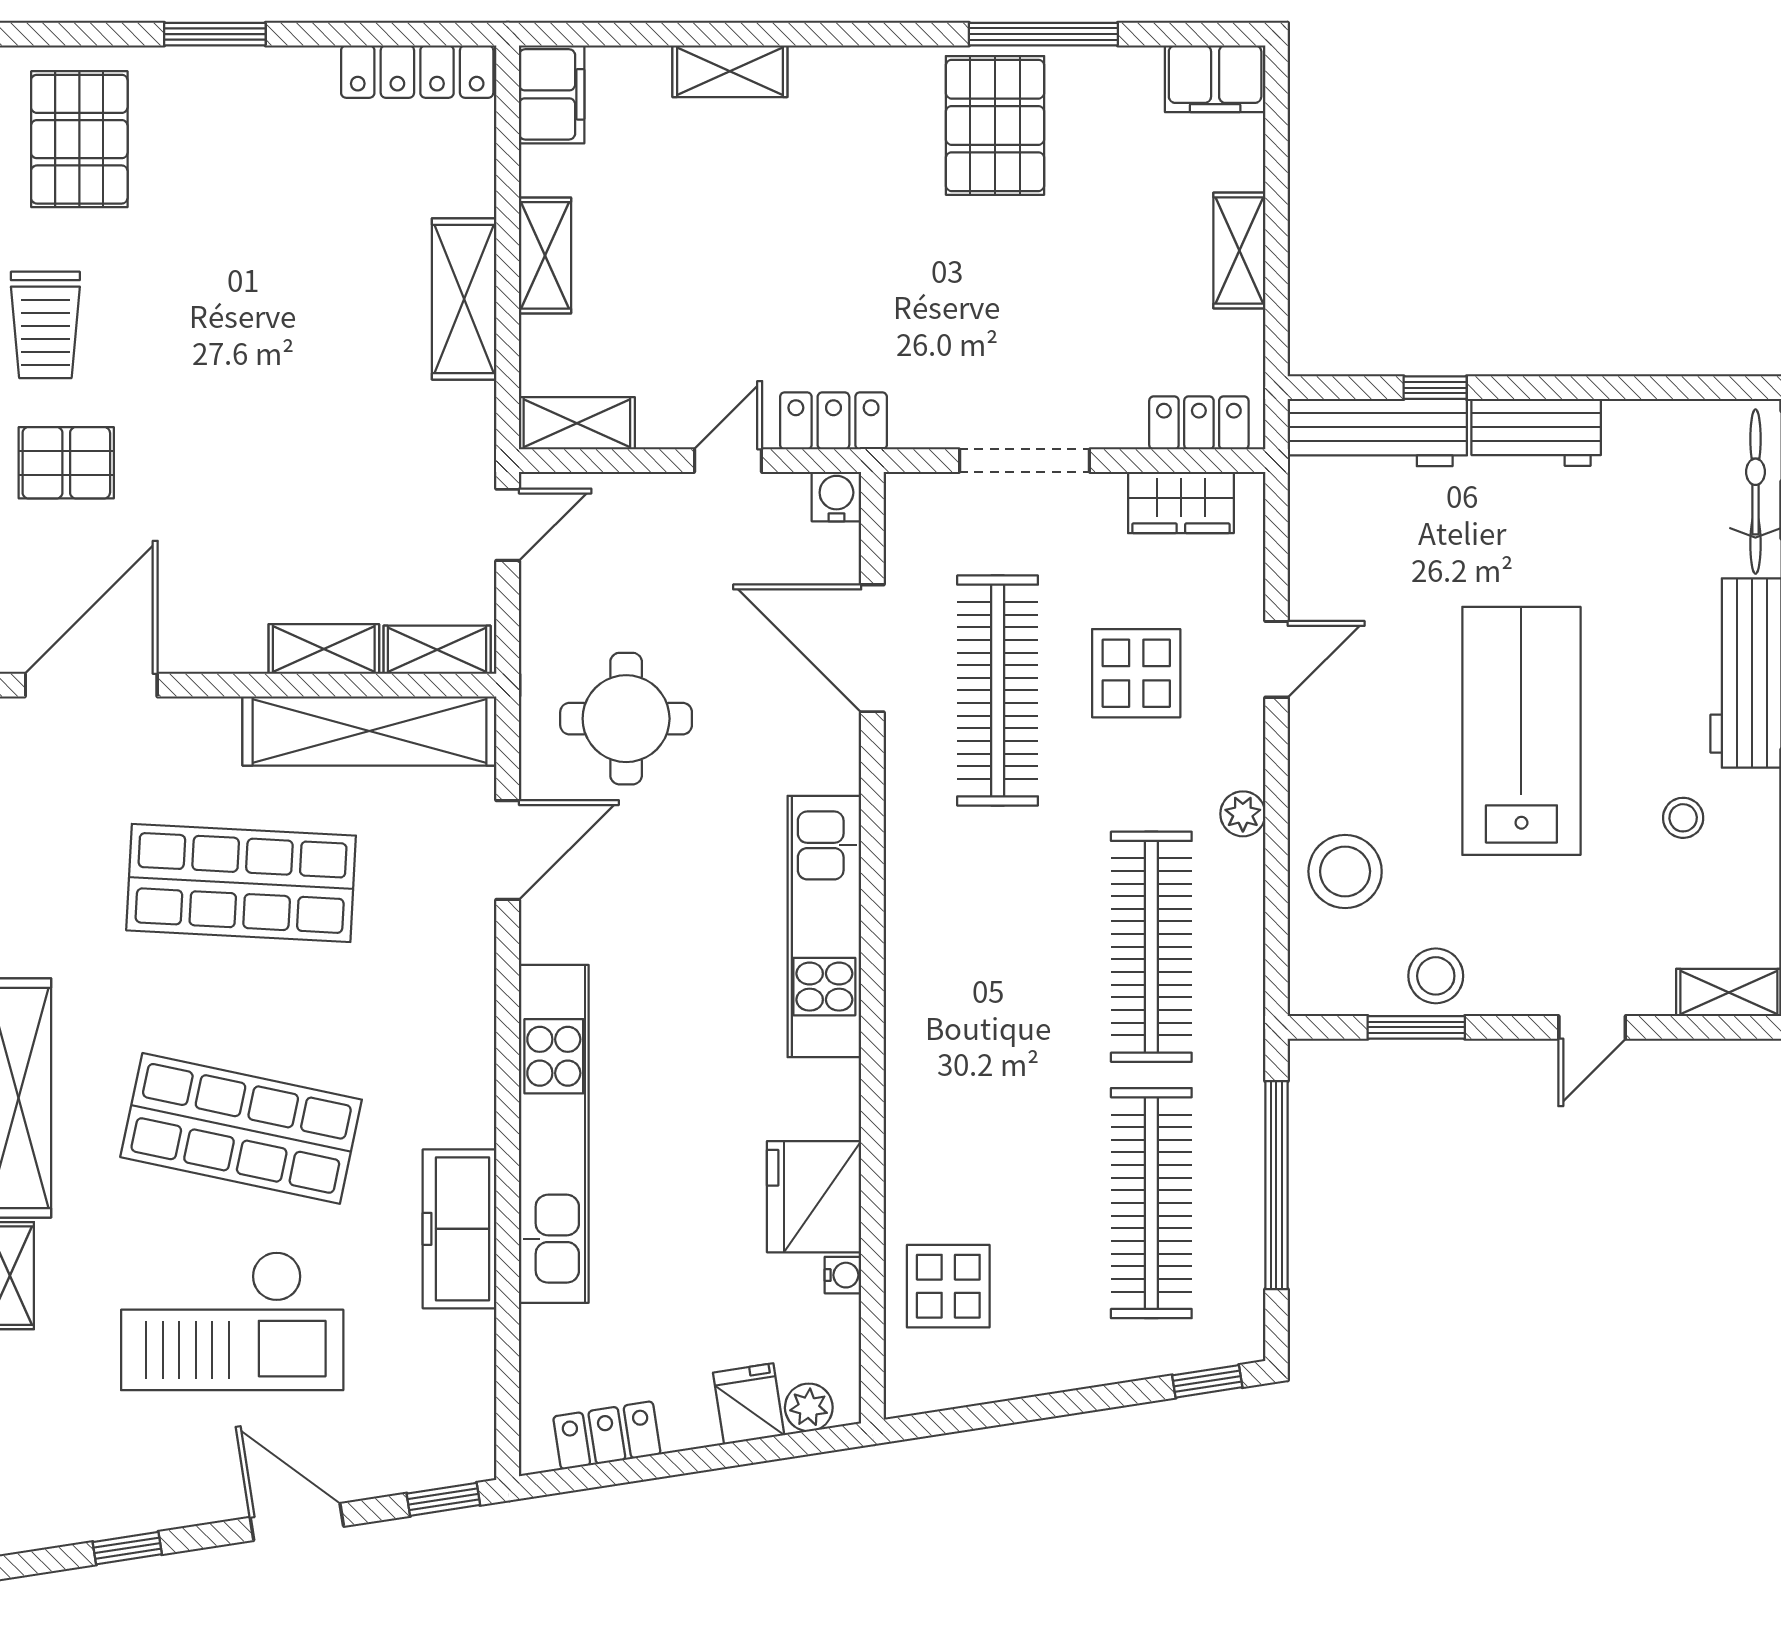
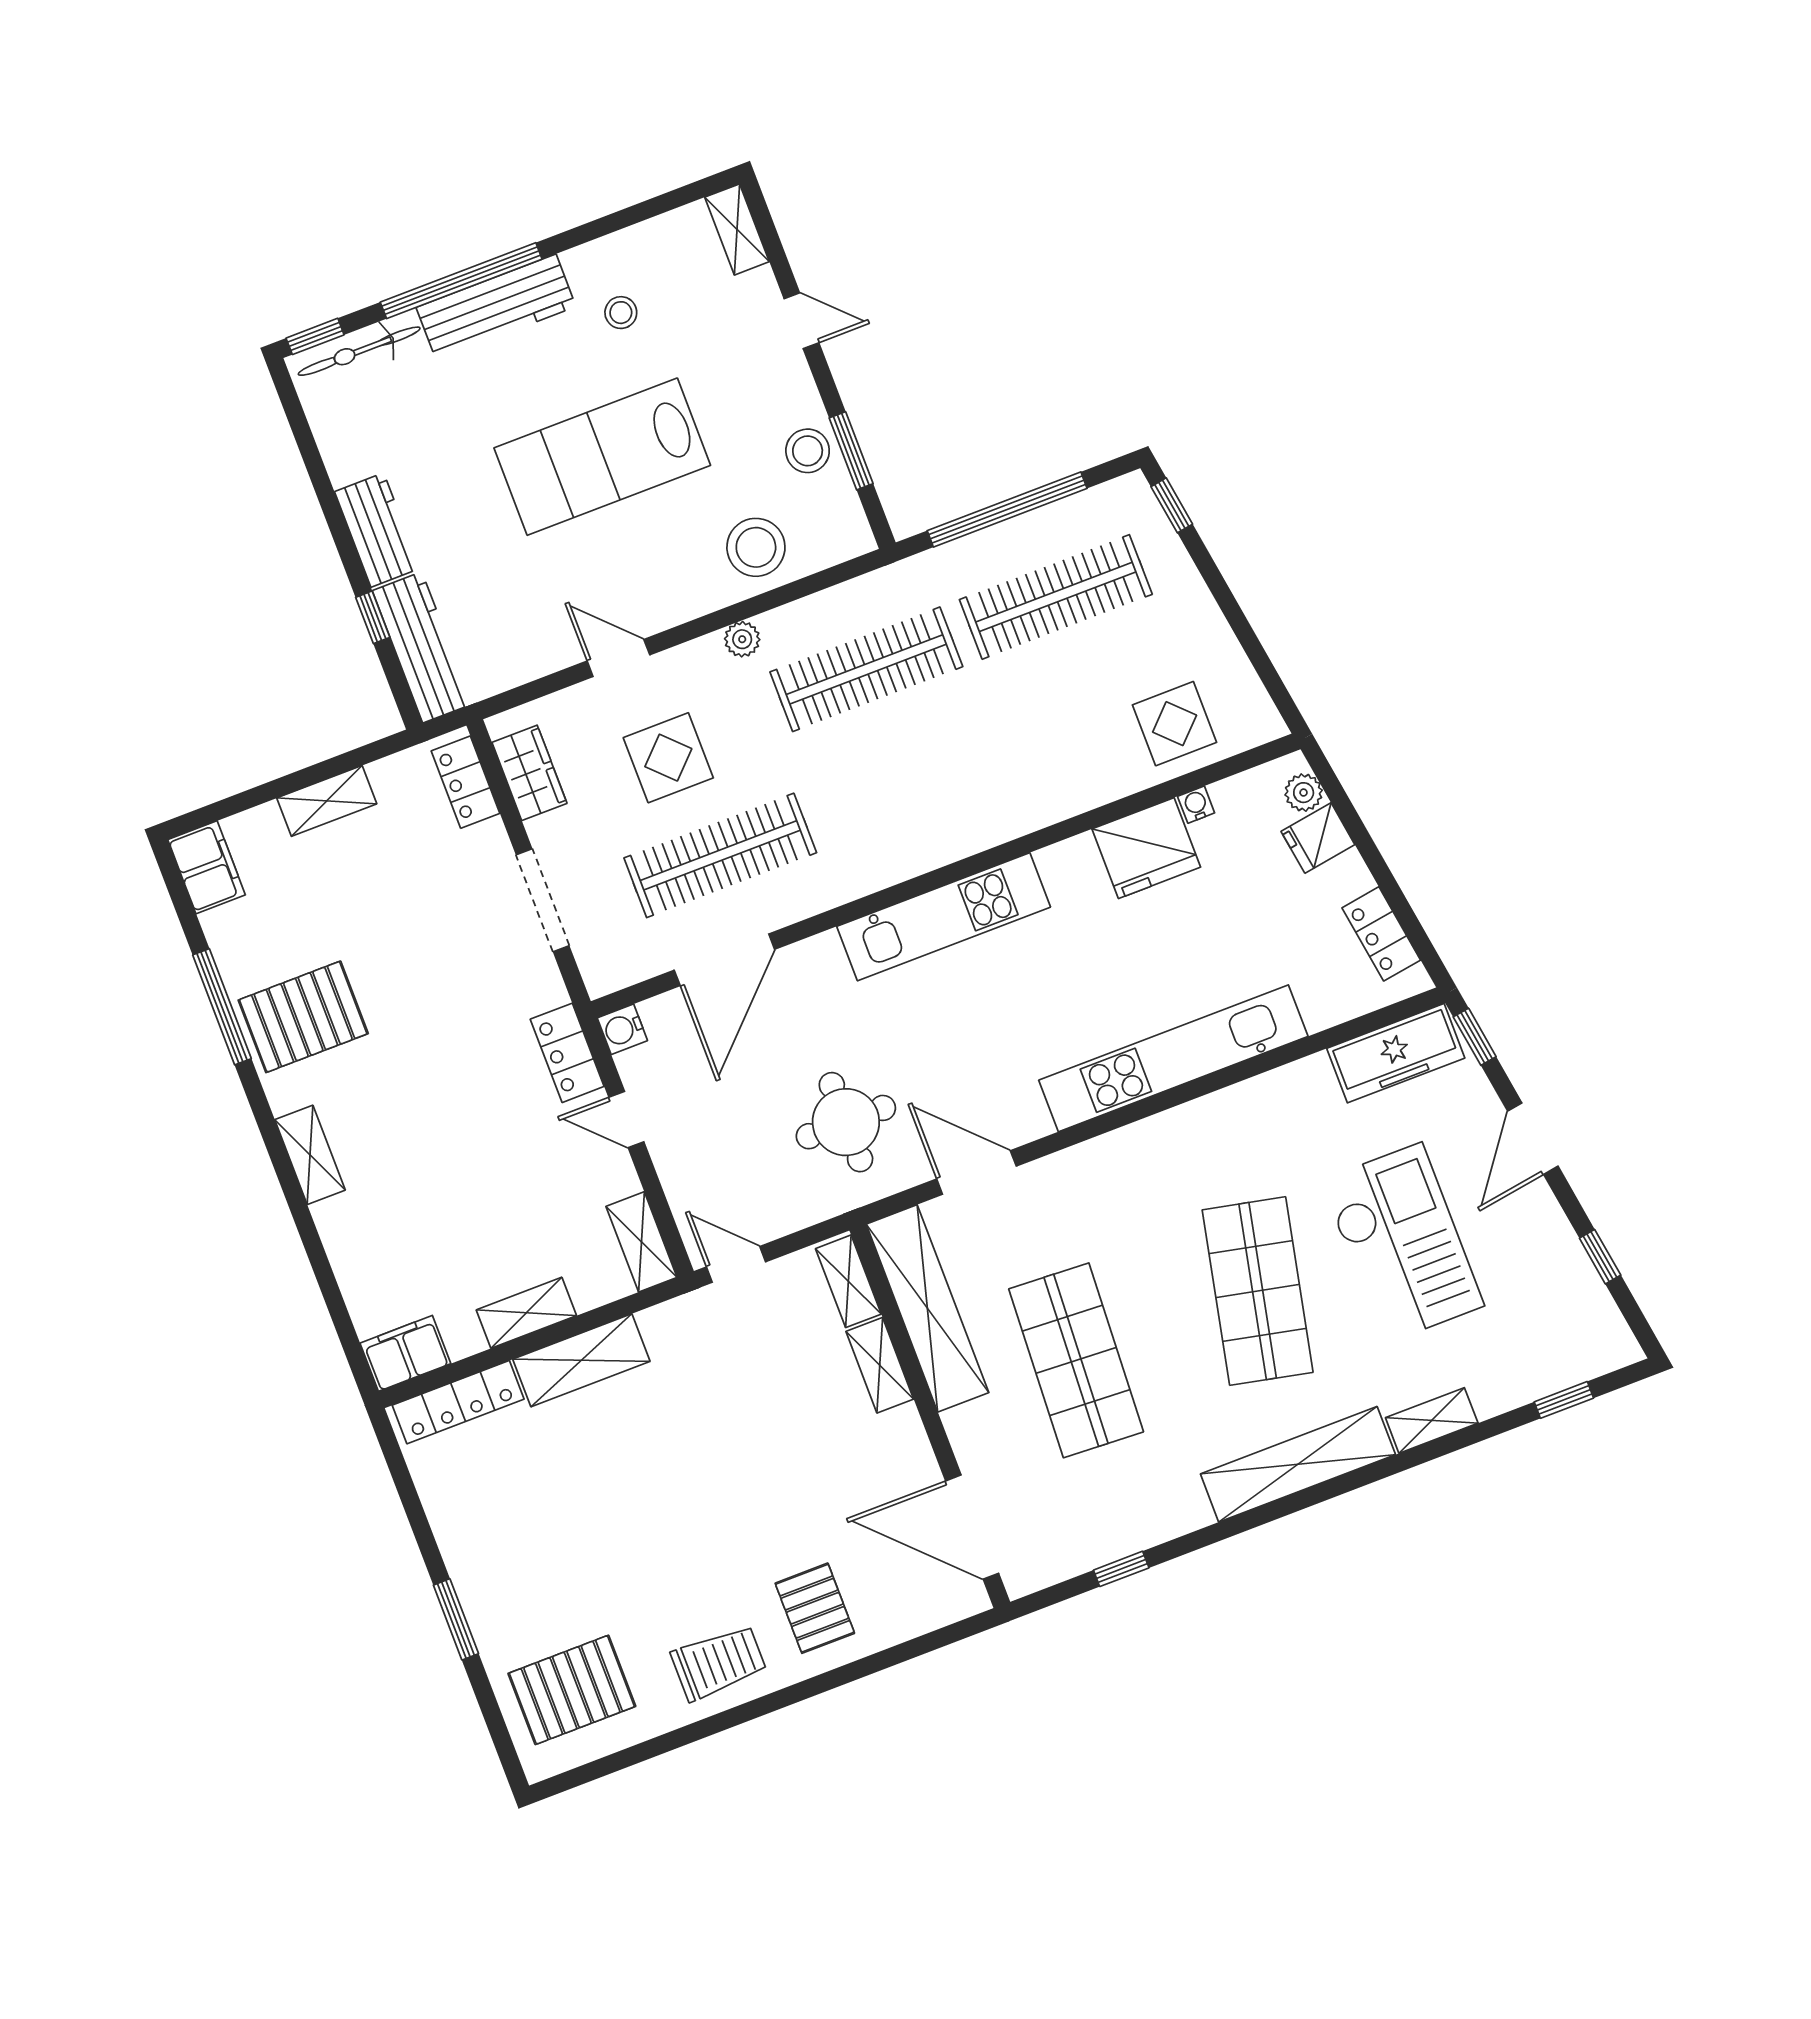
shelving: (730, 71) -> (310, 1155), moved
locker: (417, 72) -> (458, 1402), moved, turned 90
freezer: (460, 1229) -> (1396, 1053), moved

